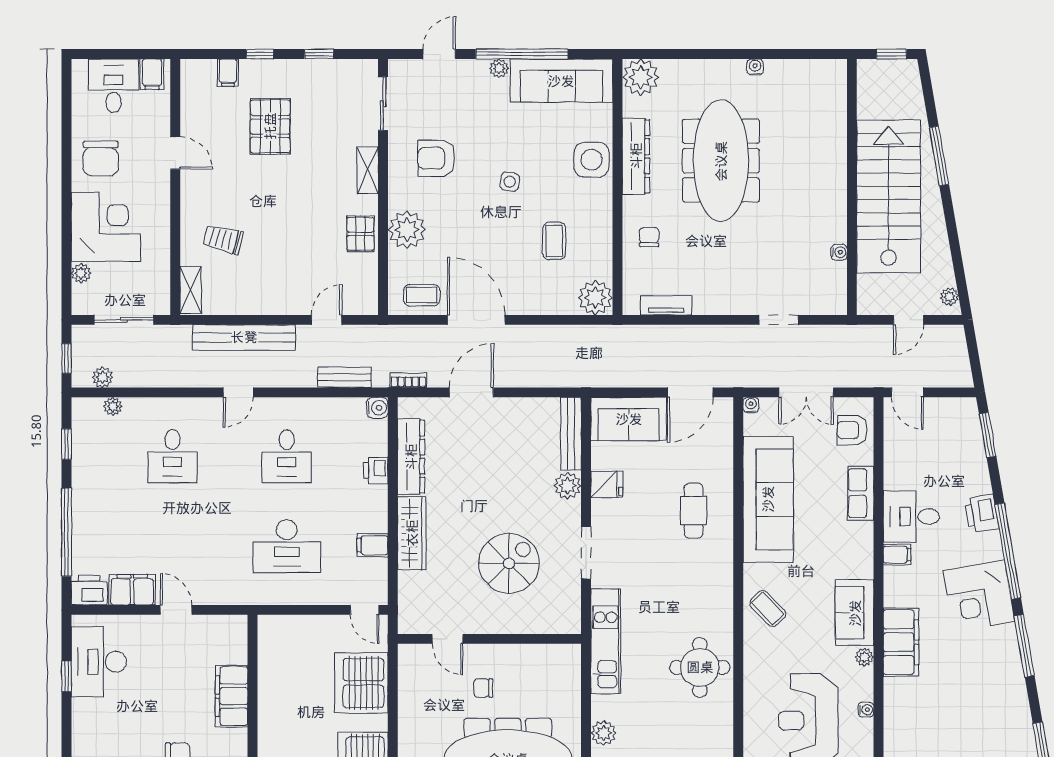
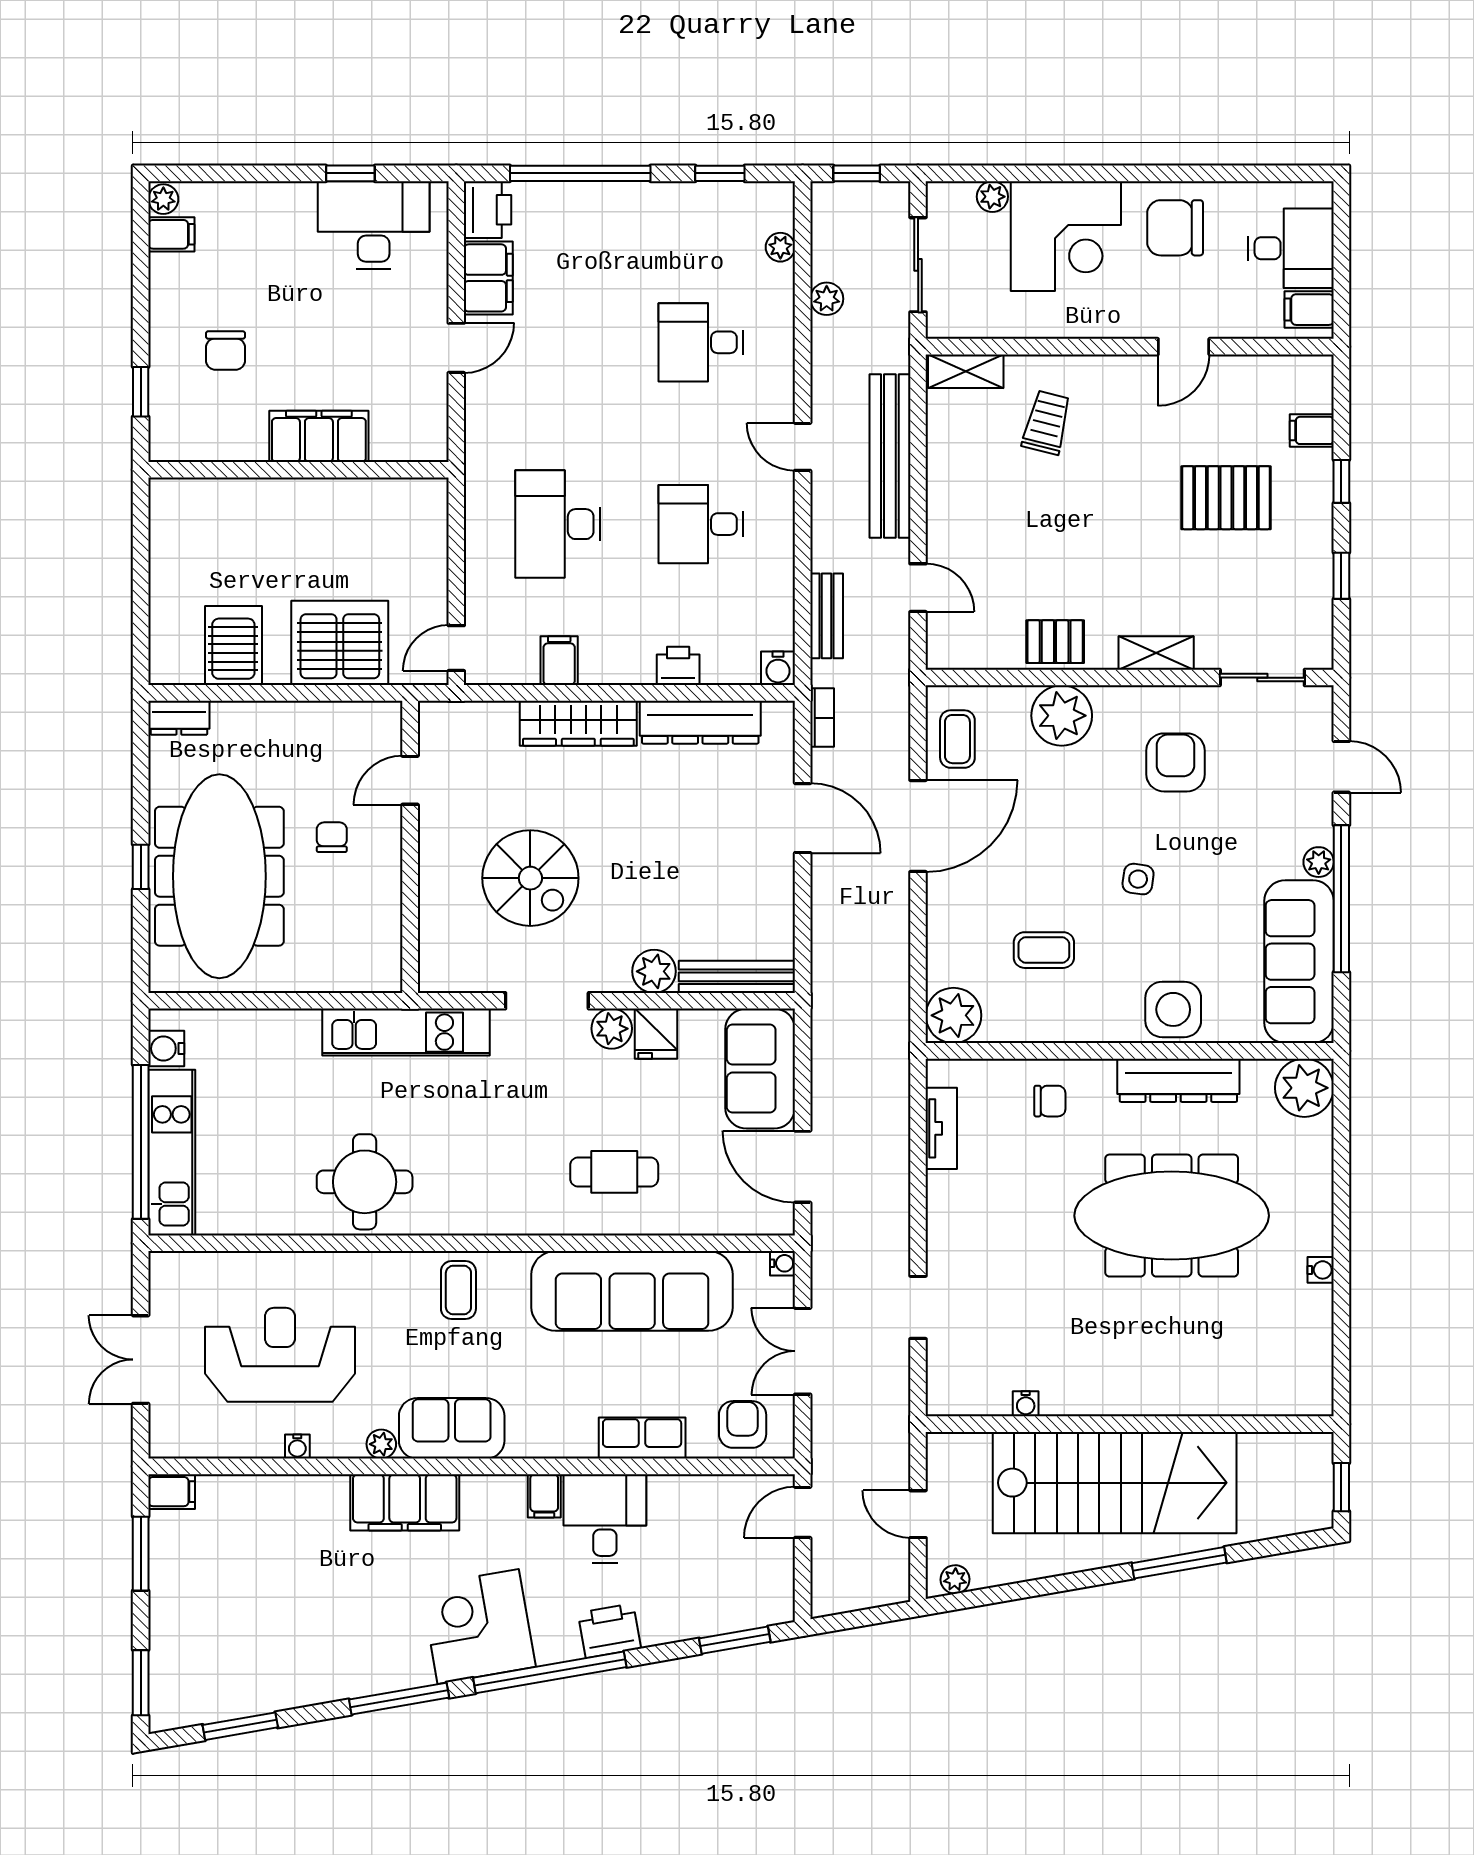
plant: (102, 377) -> (827, 299), moved
coffee table: (768, 608) -> (458, 1290), turned -46
plant: (604, 733) -> (612, 1029), moved

